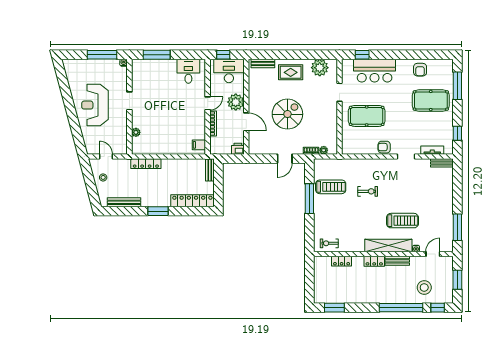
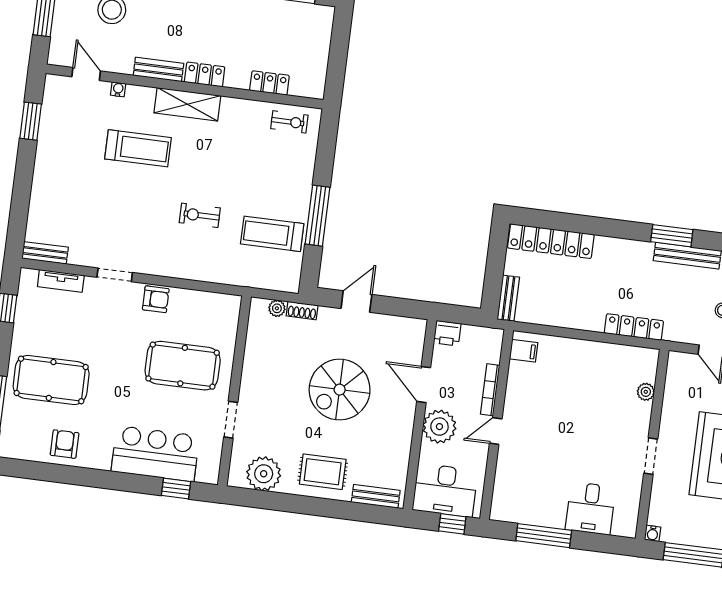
window: (157, 55) -> (544, 536), moved
desk: (188, 71) -> (591, 508), moved
window: (158, 211) -> (672, 236), moved
treadmill: (402, 221) -> (138, 148), turned 180
window: (457, 227) -> (31, 121), width x0.69
shelving: (388, 246) -> (187, 104), width x0.68
door: (433, 254) -> (86, 74), swing flipped

